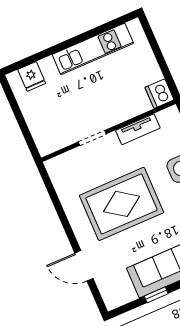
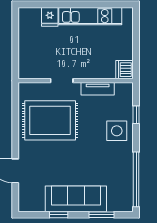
fridge: (32, 76) -> (50, 17), moved
rug: (121, 204) -> (50, 120), moved

